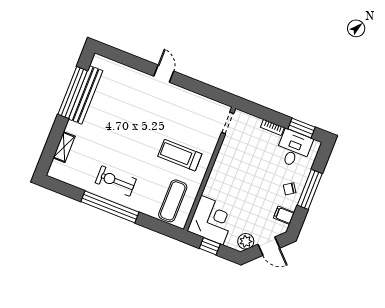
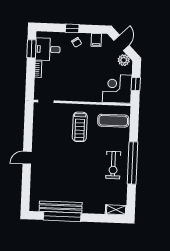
shelving: (64, 147) -> (116, 210), moved
window: (310, 189) -> (72, 28), width x0.46

